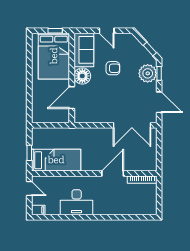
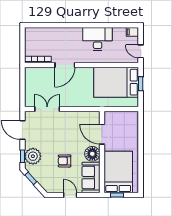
door: (72, 98) -> (102, 134), swing flipped
double door: (132, 125) -> (47, 109), width x0.73
bed: (56, 160) -> (116, 82), width x1.50

